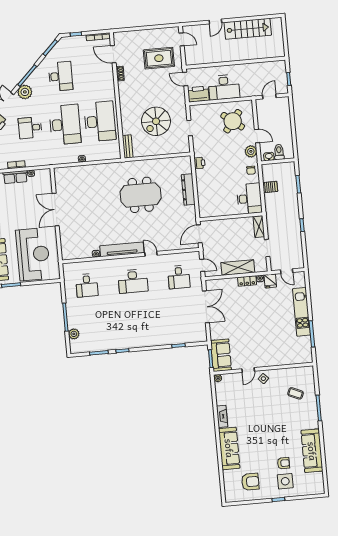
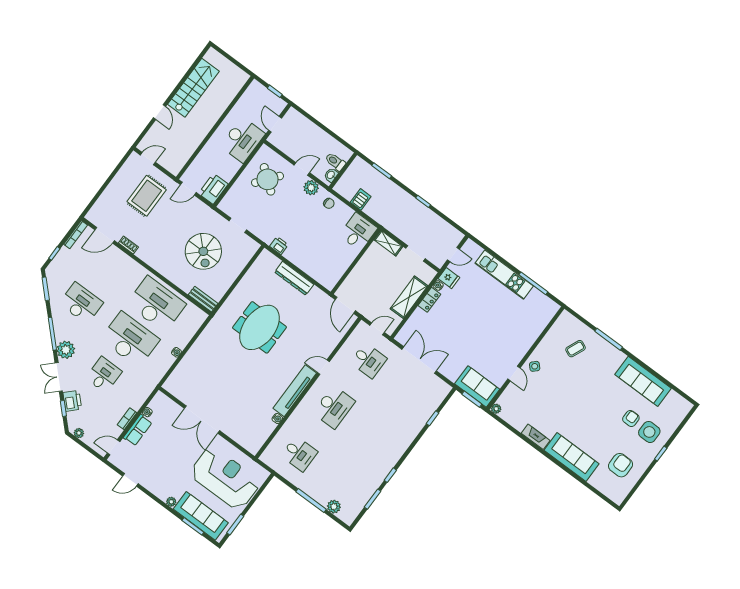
desk: (224, 87) -> (243, 140), moved
desk: (30, 128) -> (104, 375), turned 180
desk: (249, 199) -> (358, 232), width x0.73

